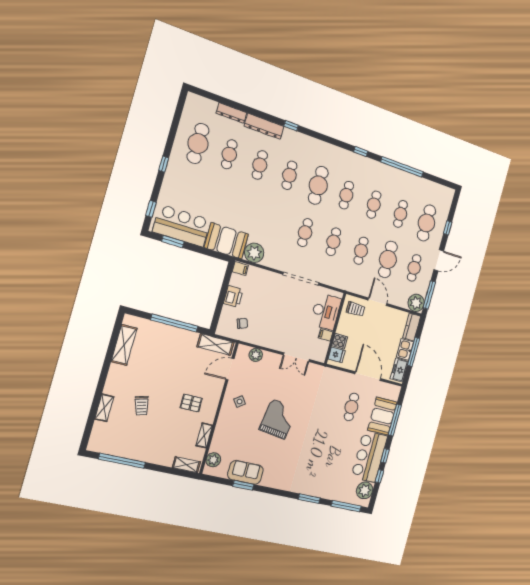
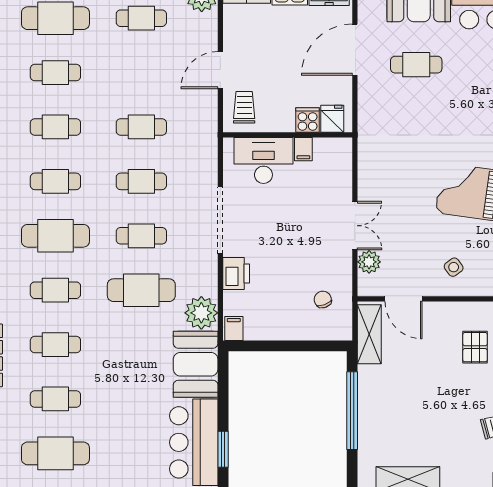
cafe table: (388, 259) -> (141, 290), moved
printer: (233, 296) -> (236, 273), moved, turned 90
double door: (296, 357) -> (355, 226), moved

